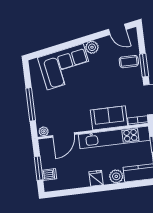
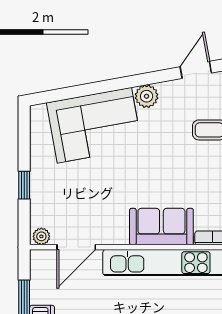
door: (117, 29) -> (196, 70), swing flipped
window: (31, 104) -> (24, 185), width x0.46

